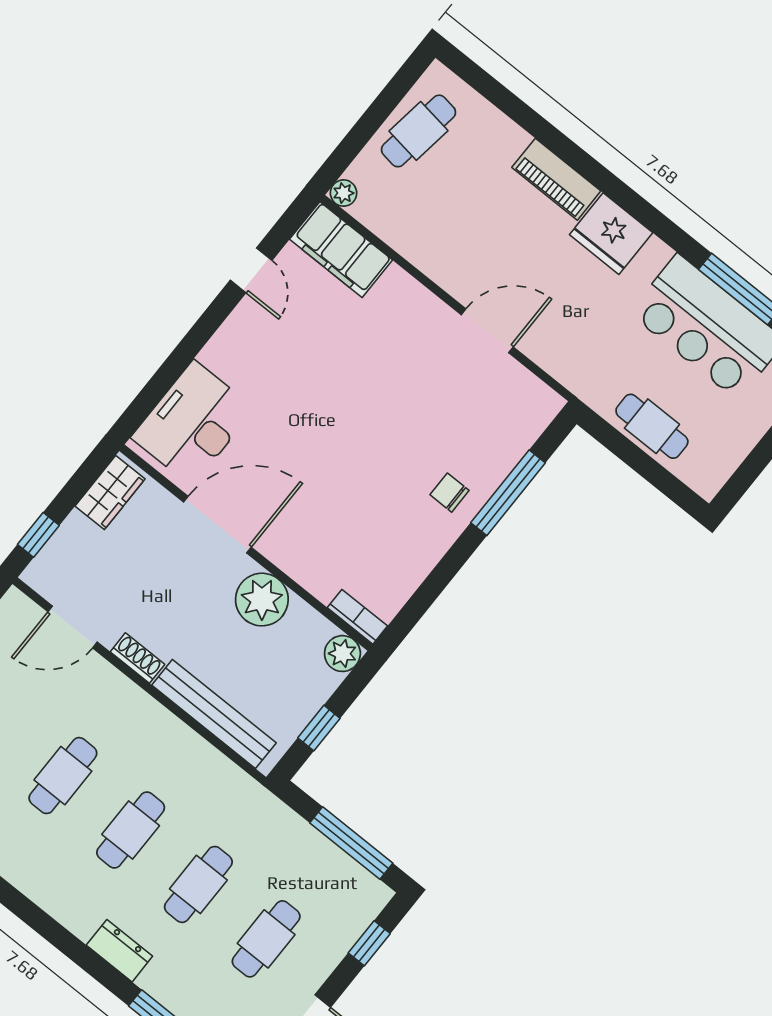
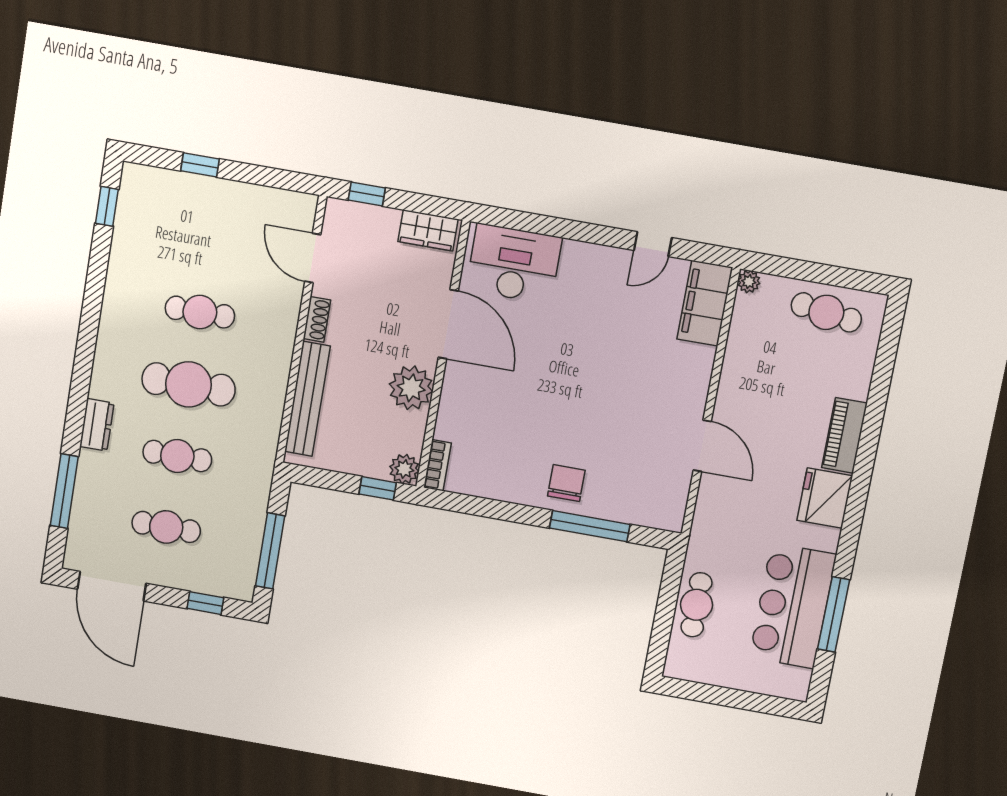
chair: (449, 493) -> (566, 483), width x1.37, depth x1.37
window: (319, 728) -> (378, 488), moved
cafe table: (131, 830) -> (189, 384), width x1.37, depth x1.35

